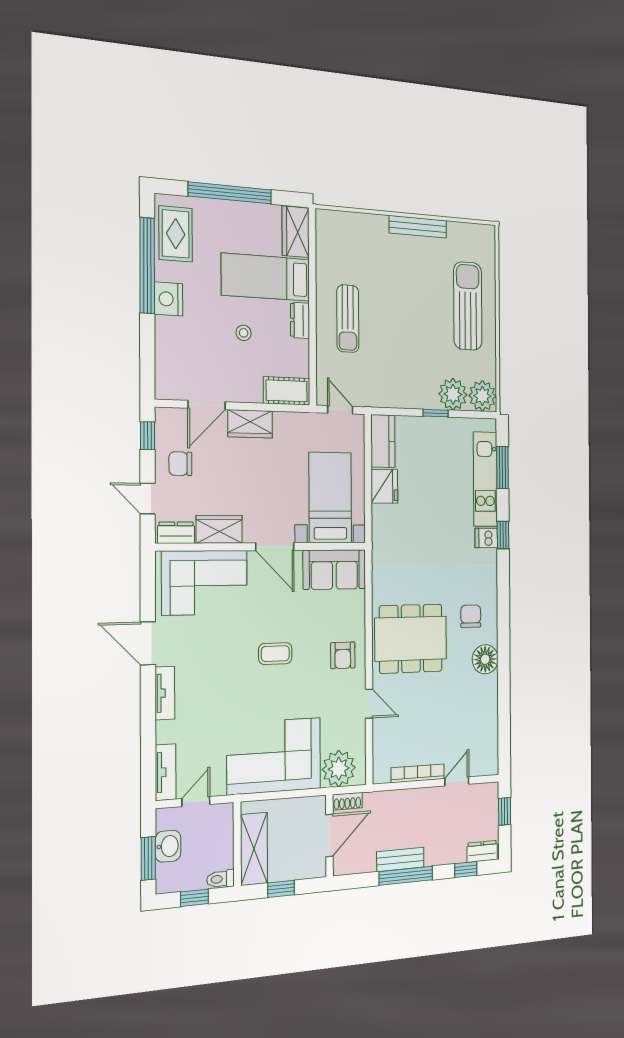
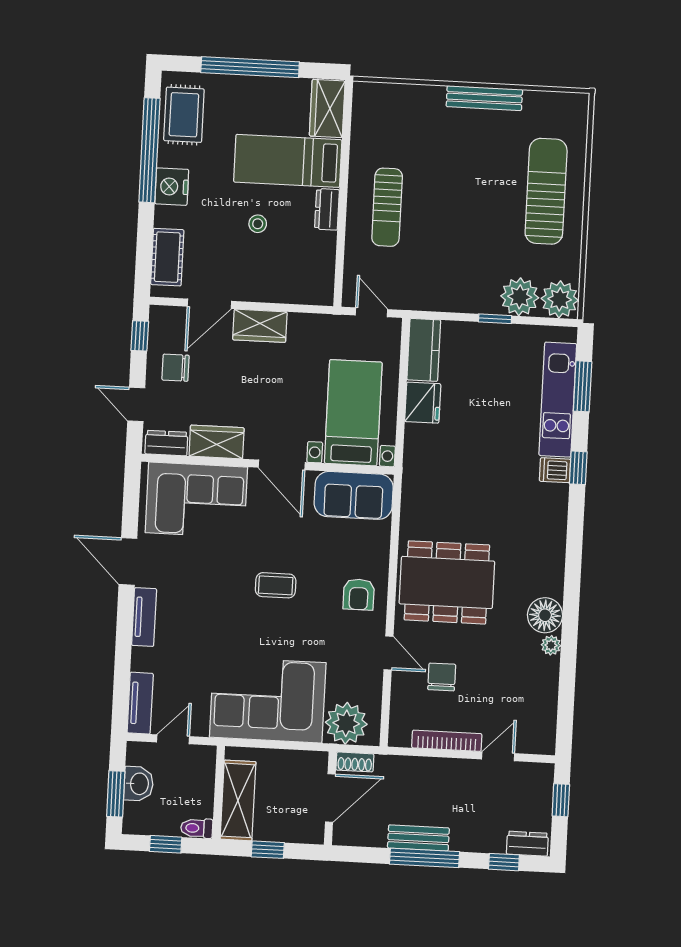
cot: (287, 391) -> (167, 257), moved, turned 90
chair: (471, 616) -> (442, 677), moved
plant: (491, 684) -> (551, 645), added

